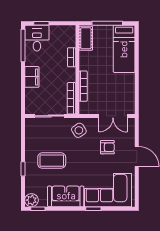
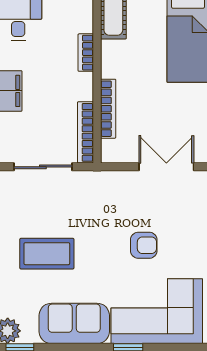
double door: (113, 116) -> (166, 167), swing flipped
side table: (79, 130) -> (100, 195), removed
armchair: (107, 147) -> (144, 245), moved

